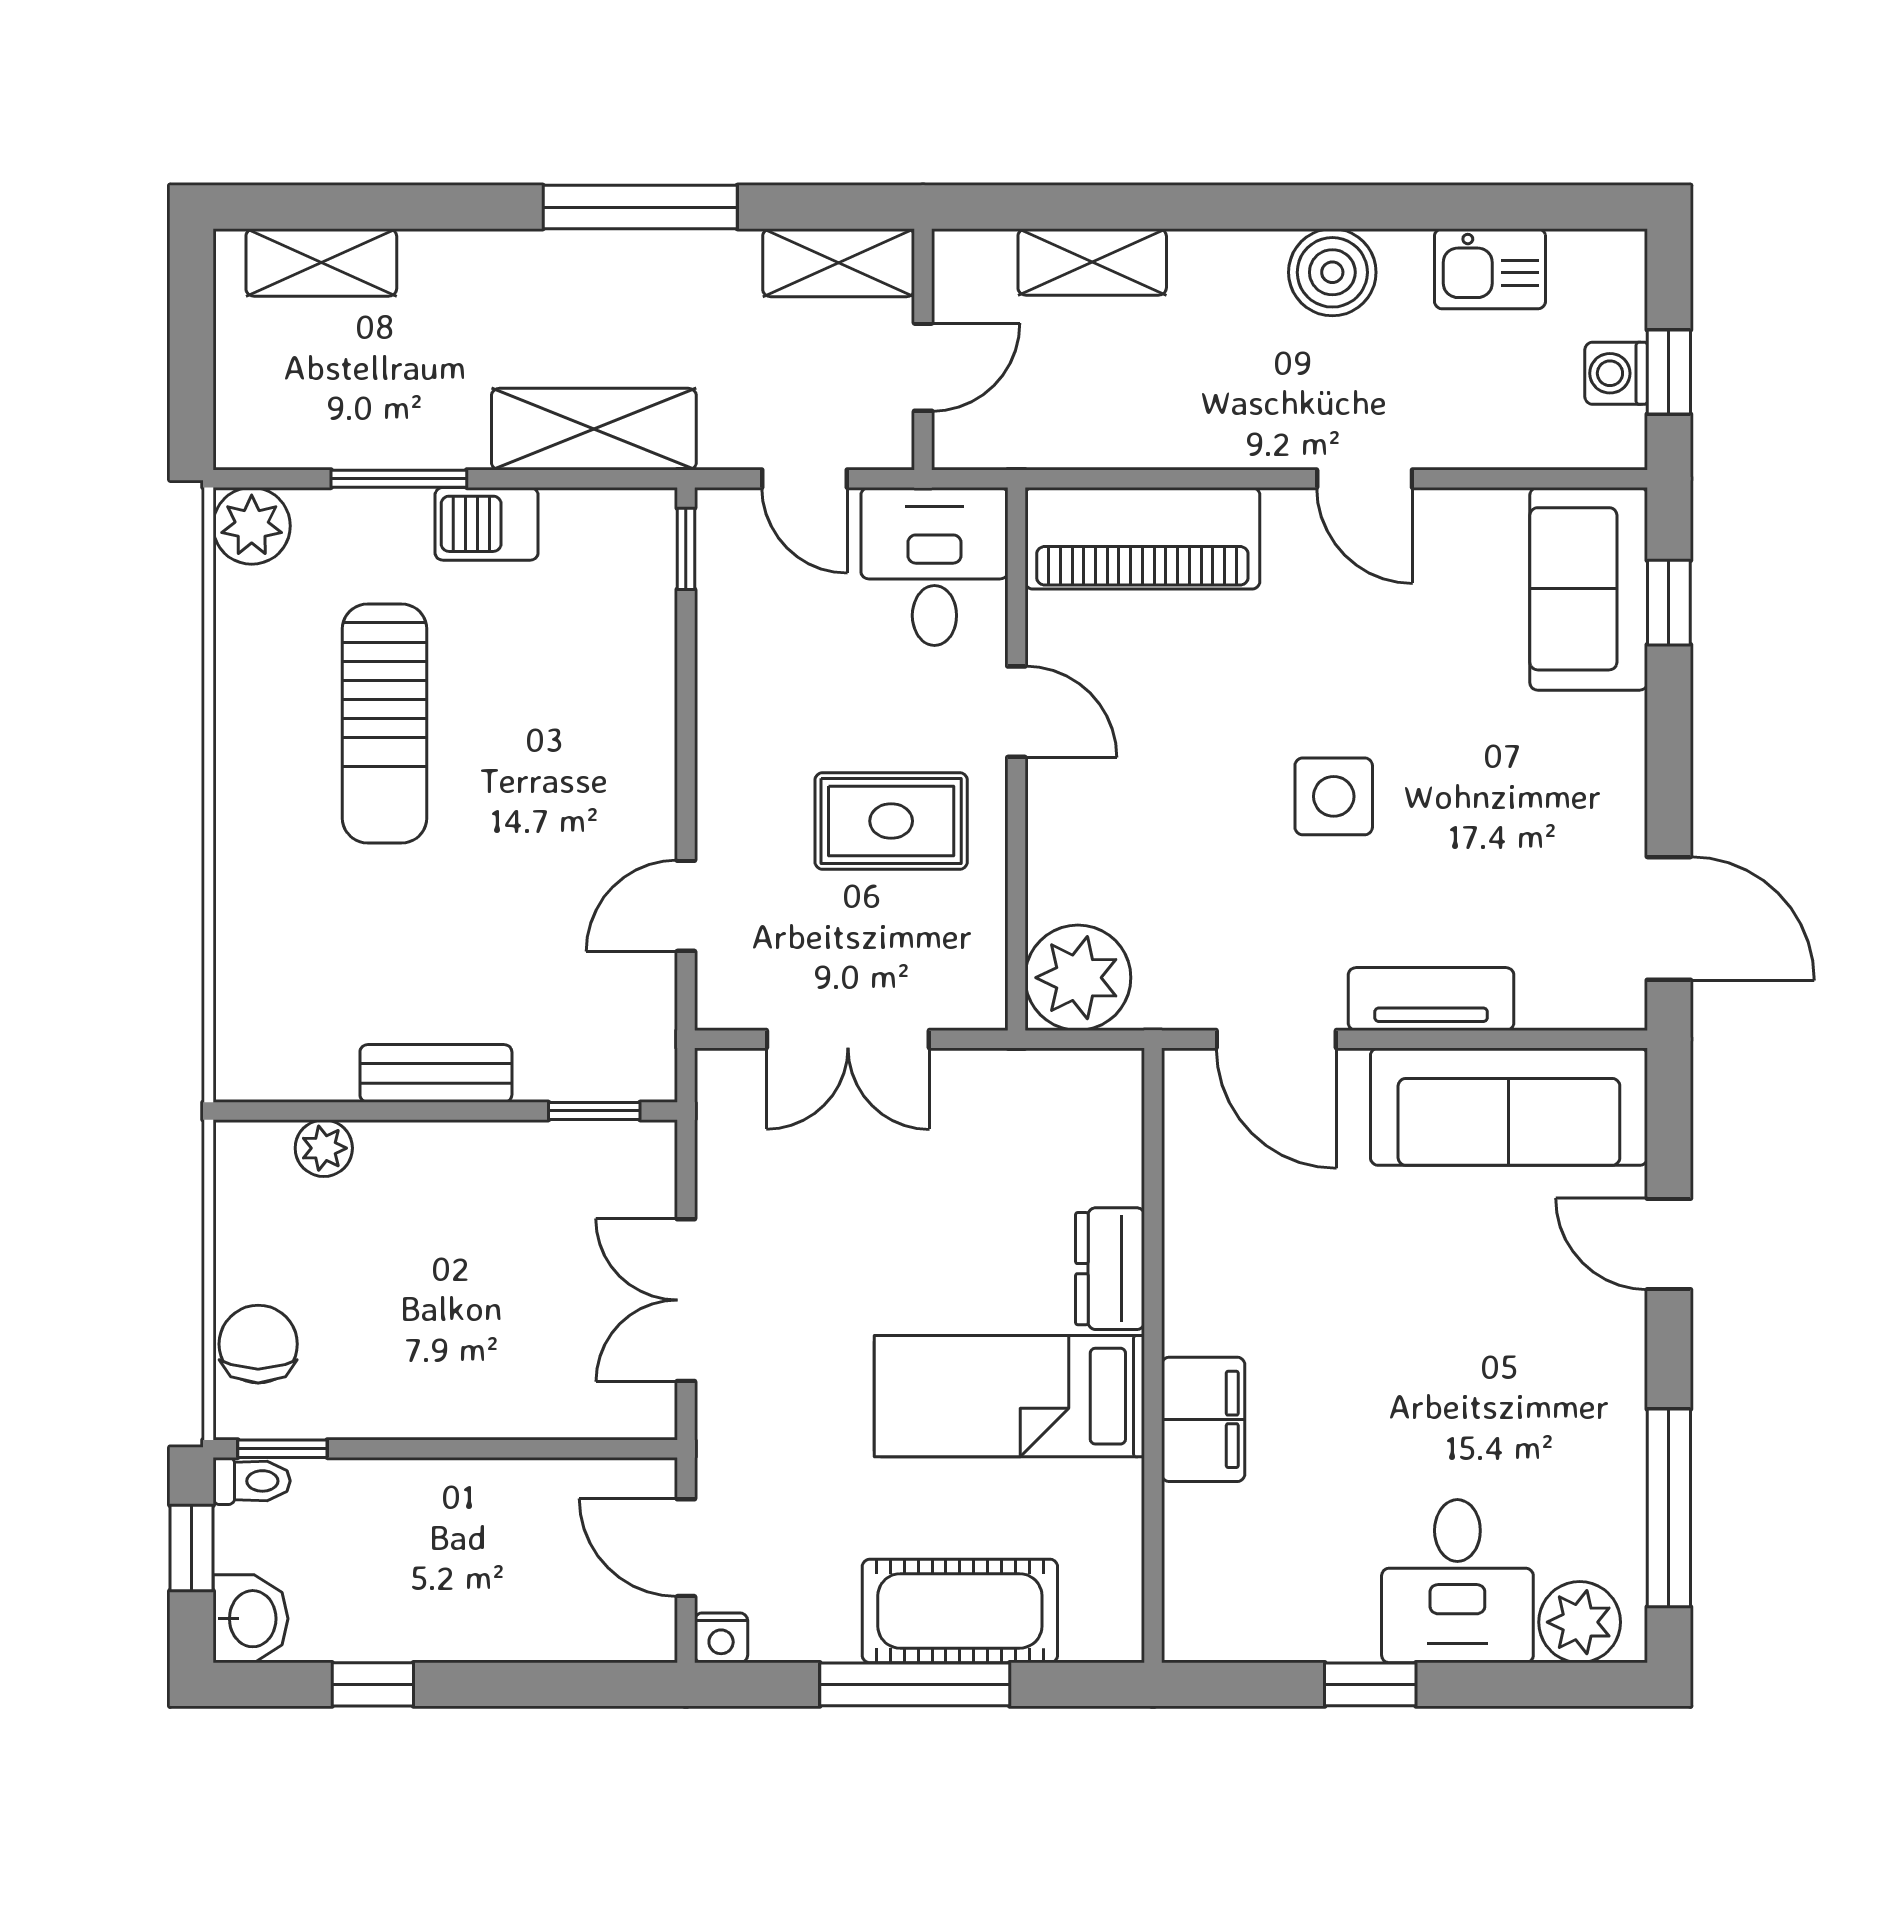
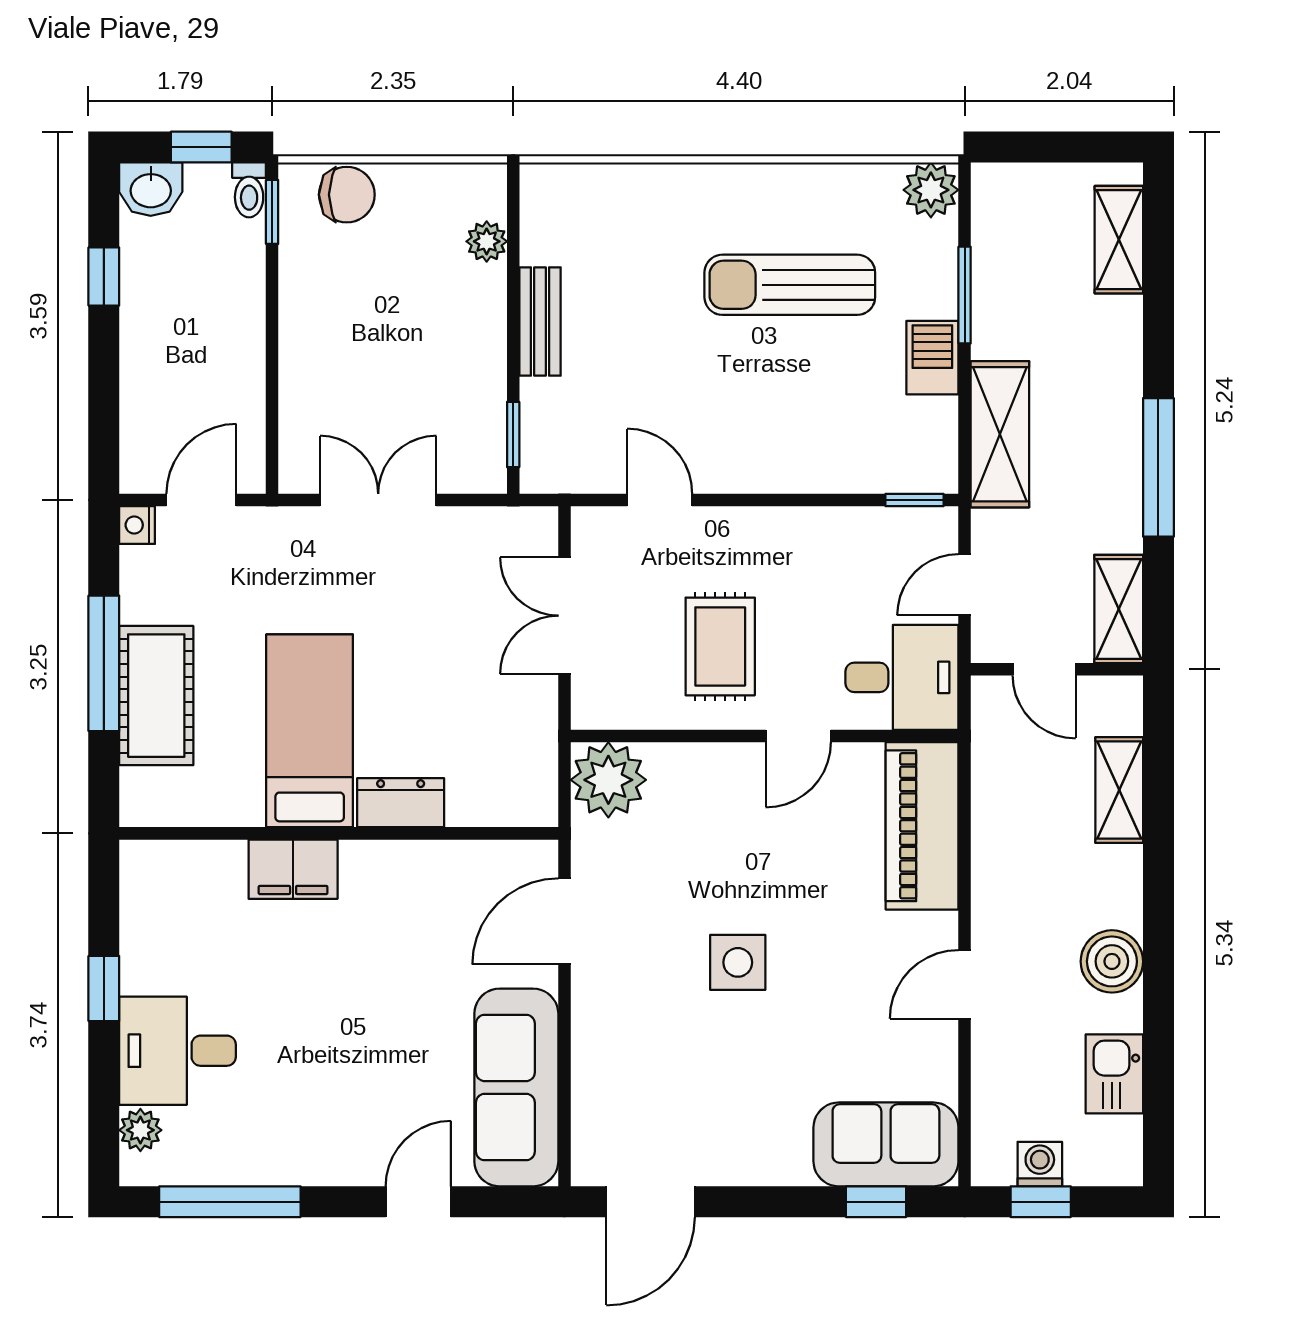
tv unit: (1431, 999) -> (593, 1032), removed
plant: (1580, 1622) -> (140, 1130), width x0.73, depth x0.73

